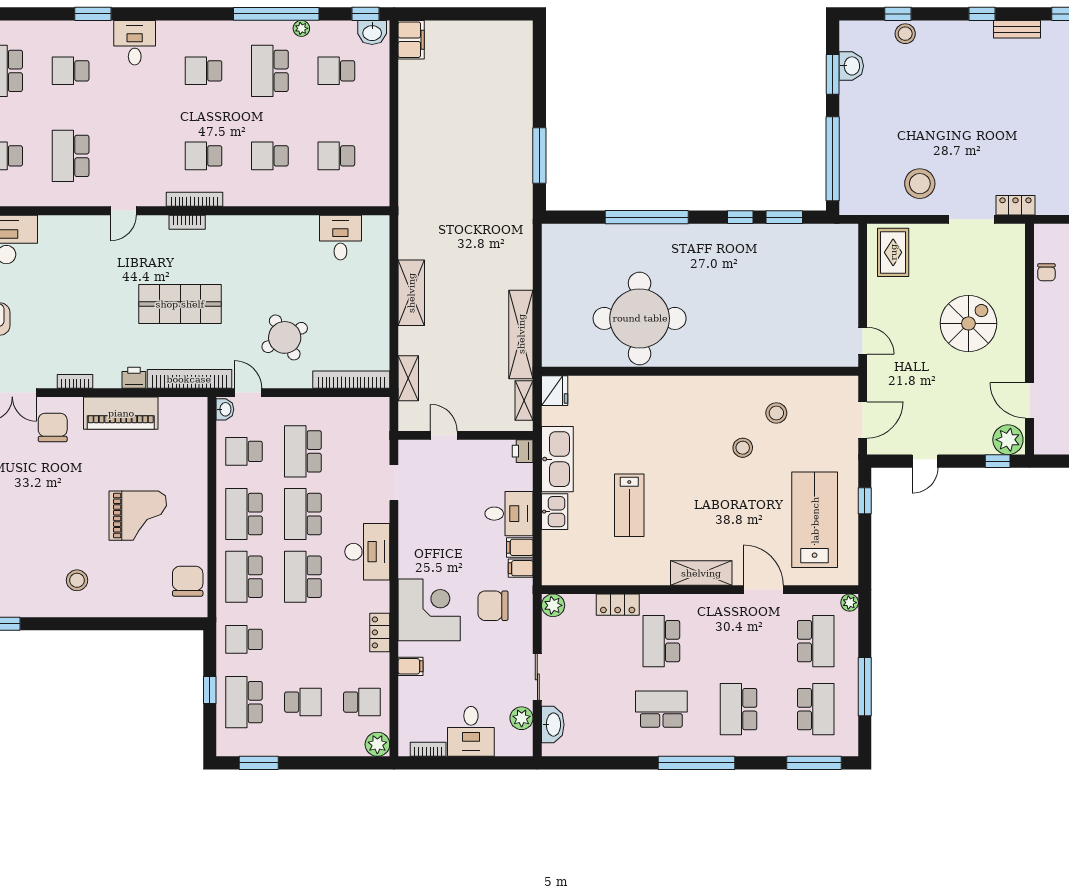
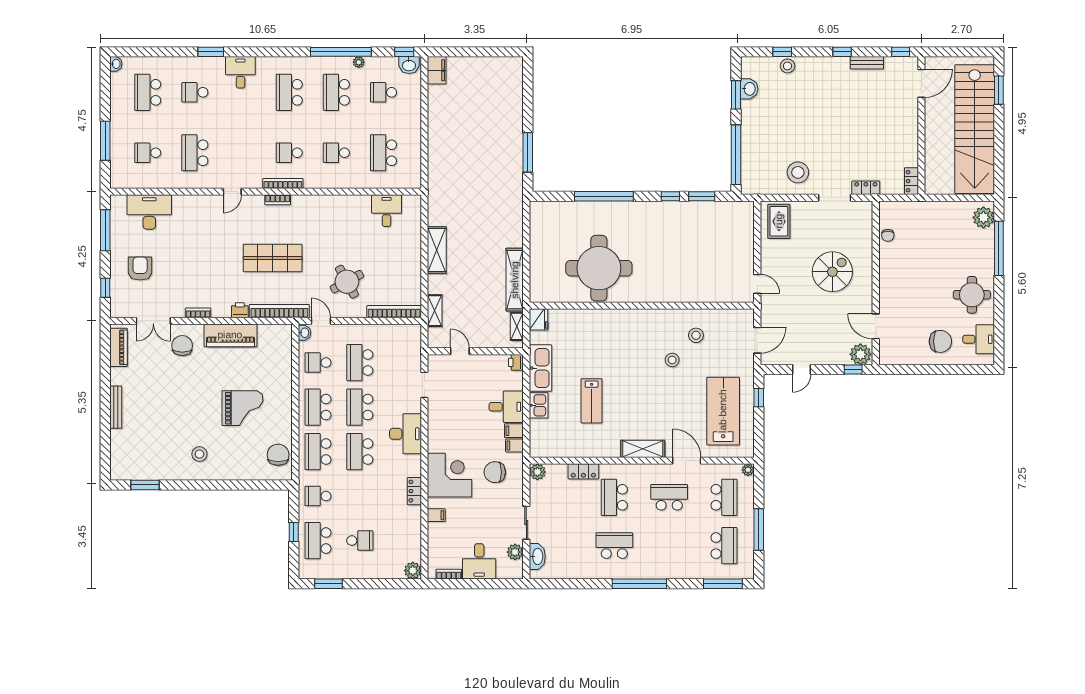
school desk: (203, 71) -> (289, 92), width x1.85
school desk: (336, 156) -> (384, 153), width x1.85
school desk: (362, 702) -> (402, 541), removed
school desk: (739, 709) -> (669, 497), moved, turned 90

